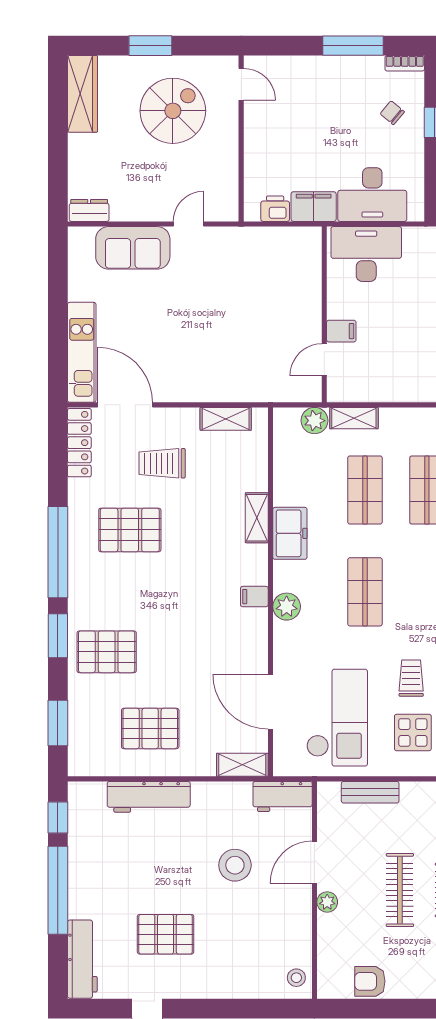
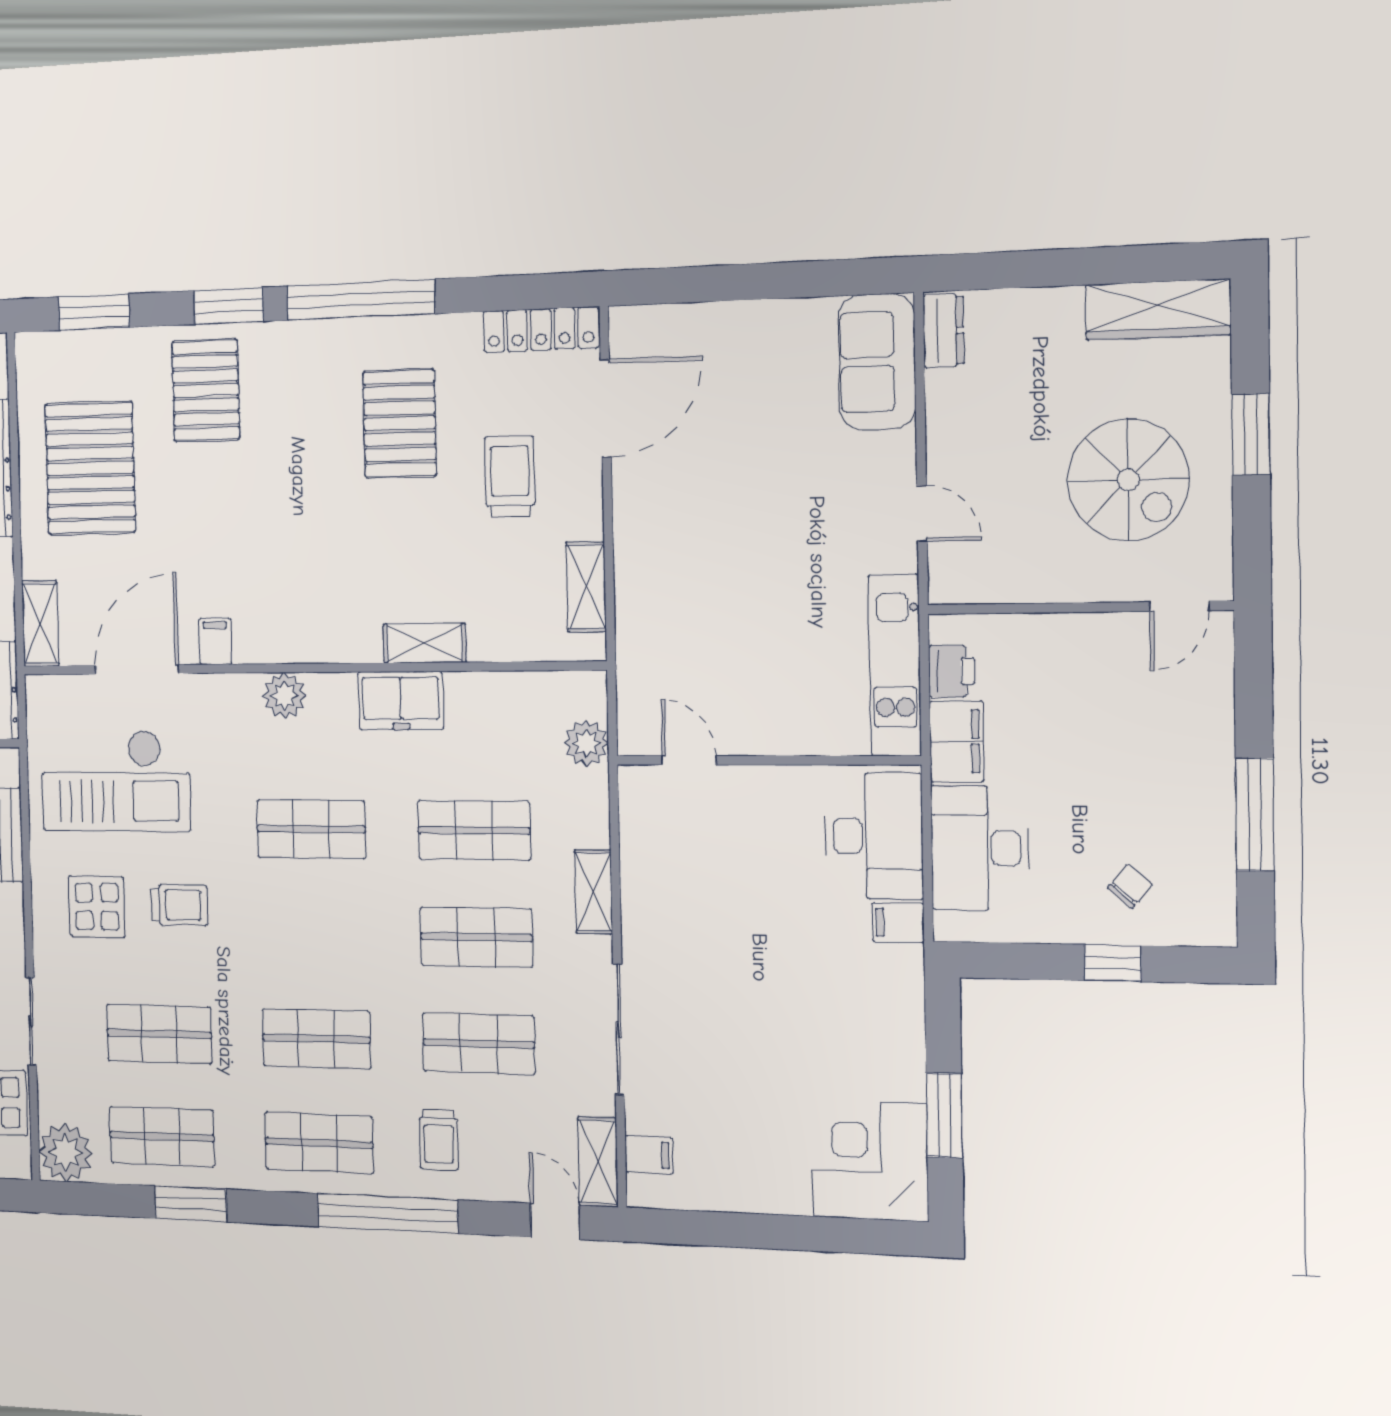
bookcase: (405, 63) -> (1222, 911), removed
sofa: (133, 248) -> (877, 362), moved
filing cabinet: (341, 331) -> (898, 923), moved, turned 90
kitchen unit: (82, 352) -> (895, 665), moved, turned 90
shelving: (354, 418) -> (594, 892), moved
filing cabinet: (254, 597) -> (215, 641), moved
pallet: (150, 728) -> (90, 468), width x1.37, depth x1.41

